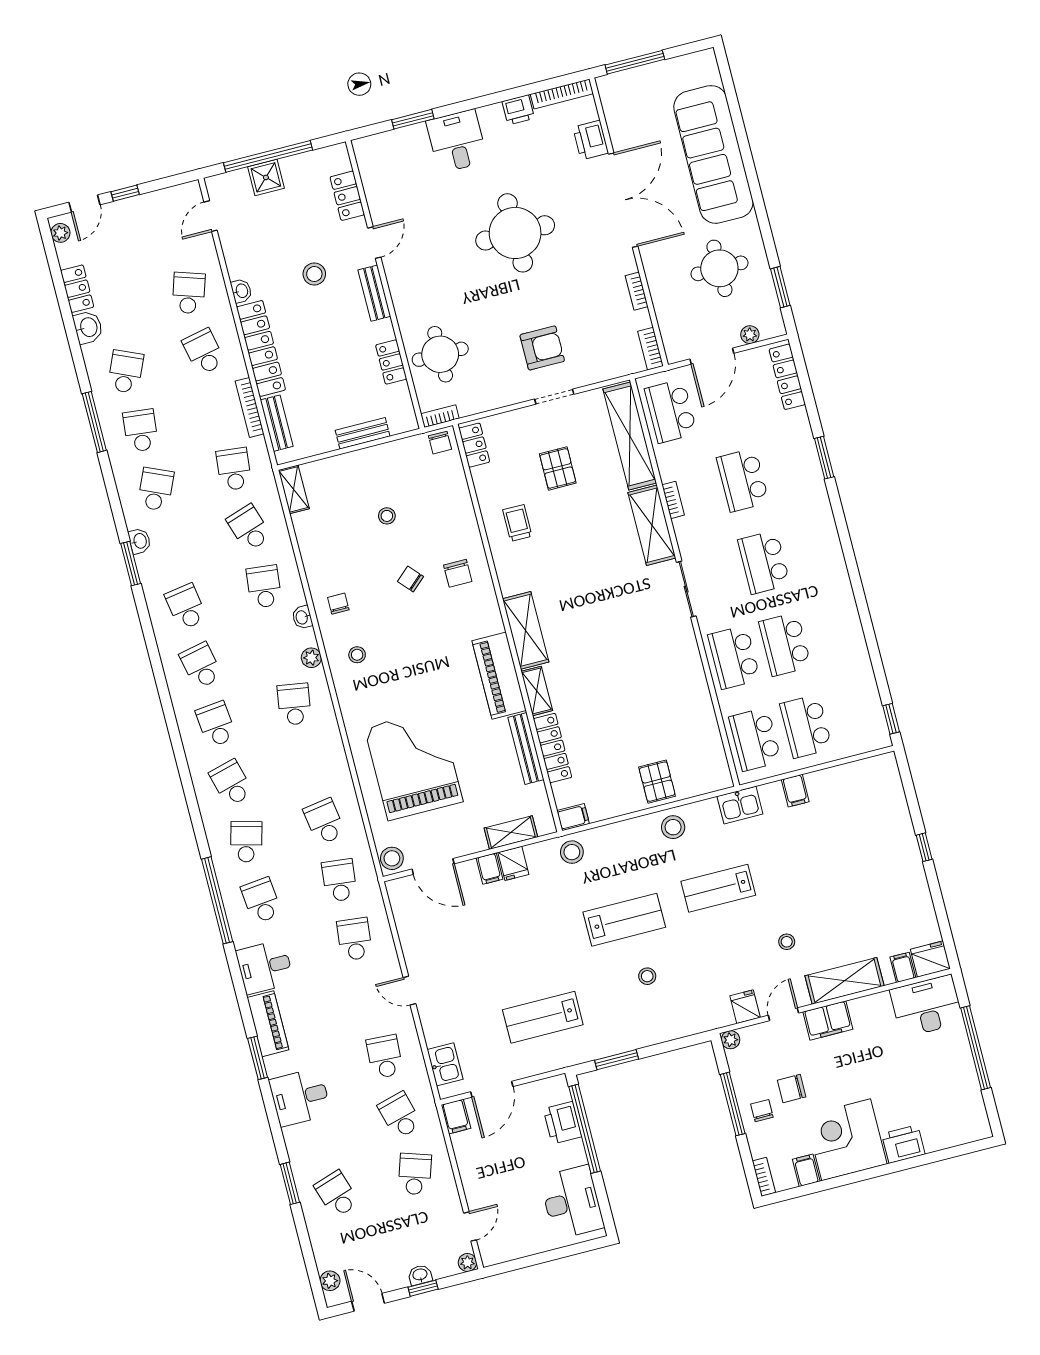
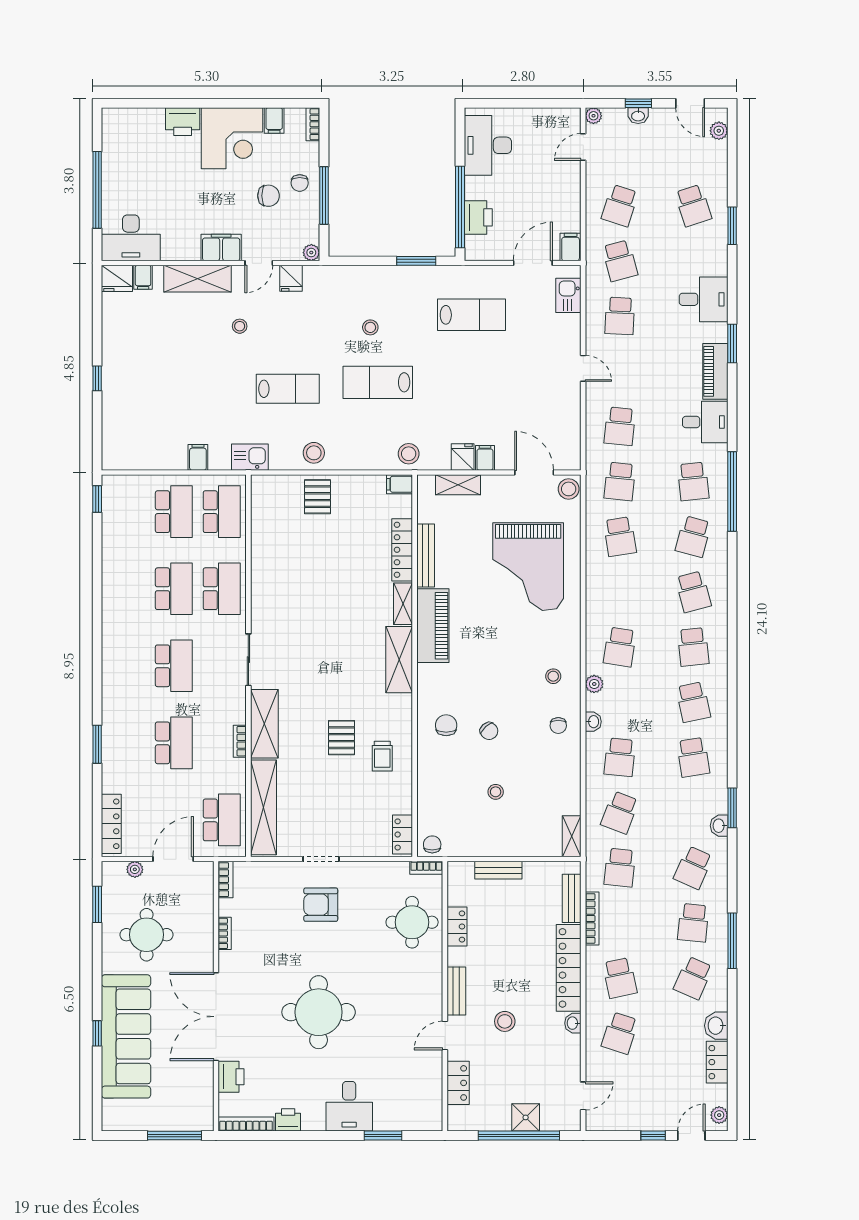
window: (745, 150) -> (97, 1033), added
pallet: (558, 468) -> (341, 738), moved
school desk: (249, 528) -> (620, 812), turned 39

